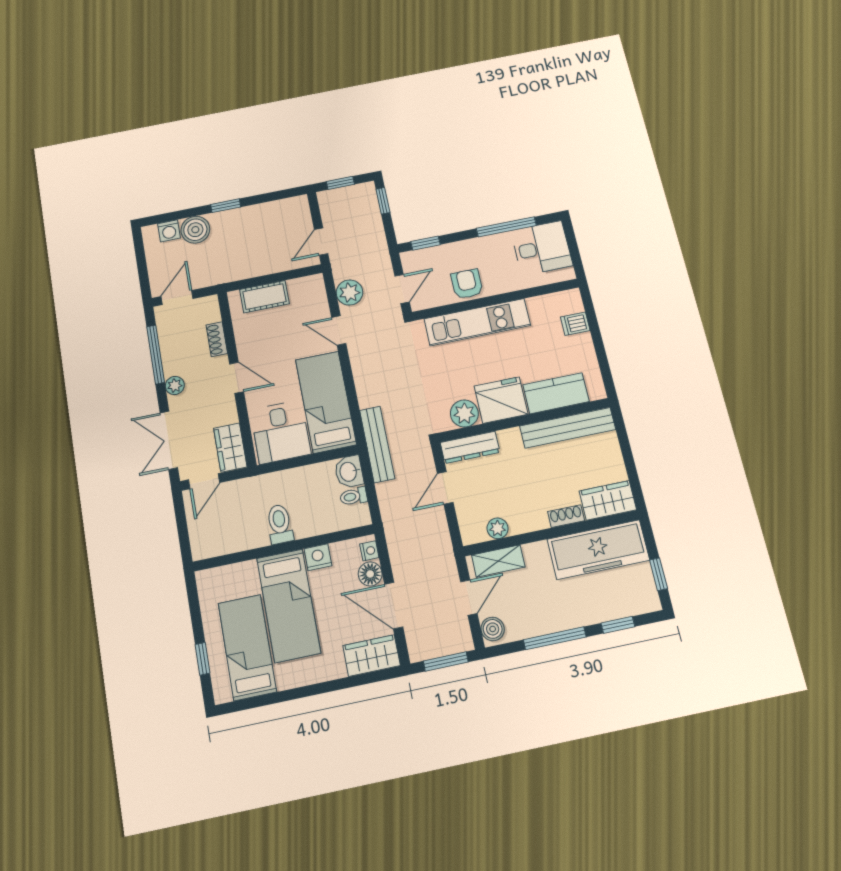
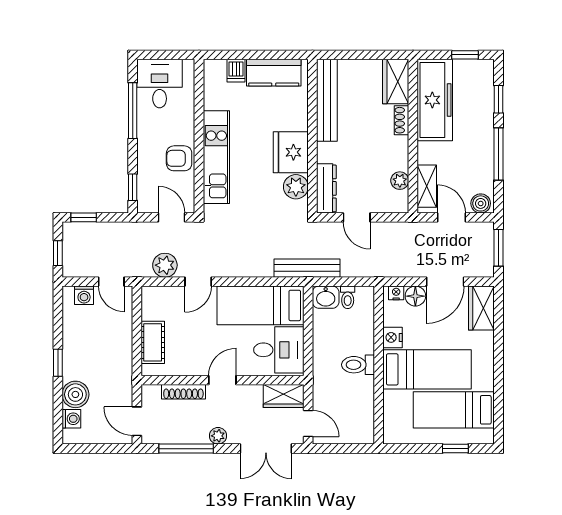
washing machine: (301, 217) -> (84, 295), added
shoe rack: (217, 339) -> (183, 392), width x1.43
kitchen counter: (556, 393) -> (274, 73), moved, turned -90

